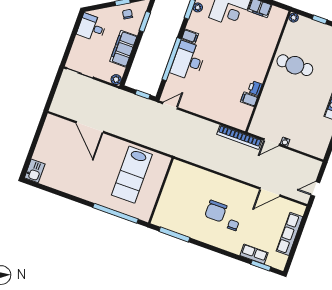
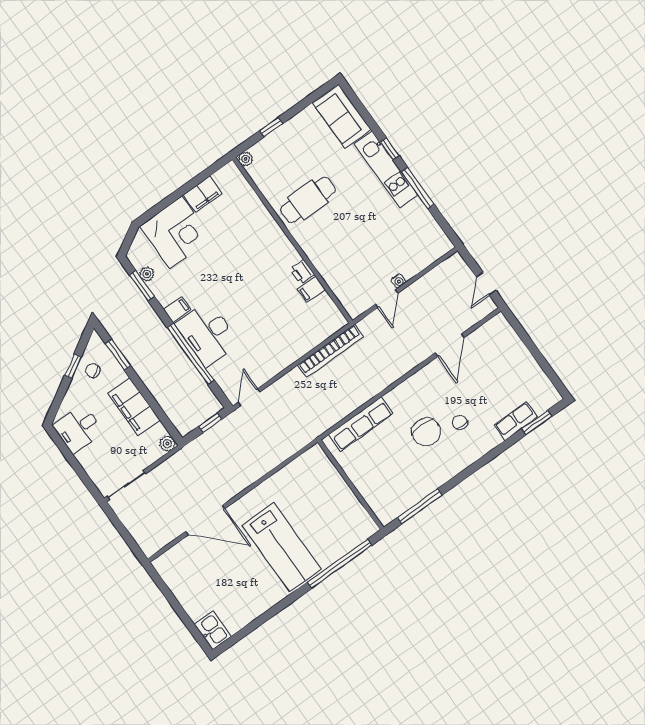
bookcase: (239, 137) -> (331, 351), moved
lab bench: (132, 175) -> (282, 547), moved
row of seats: (289, 234) -> (361, 424), moved, turned -90

